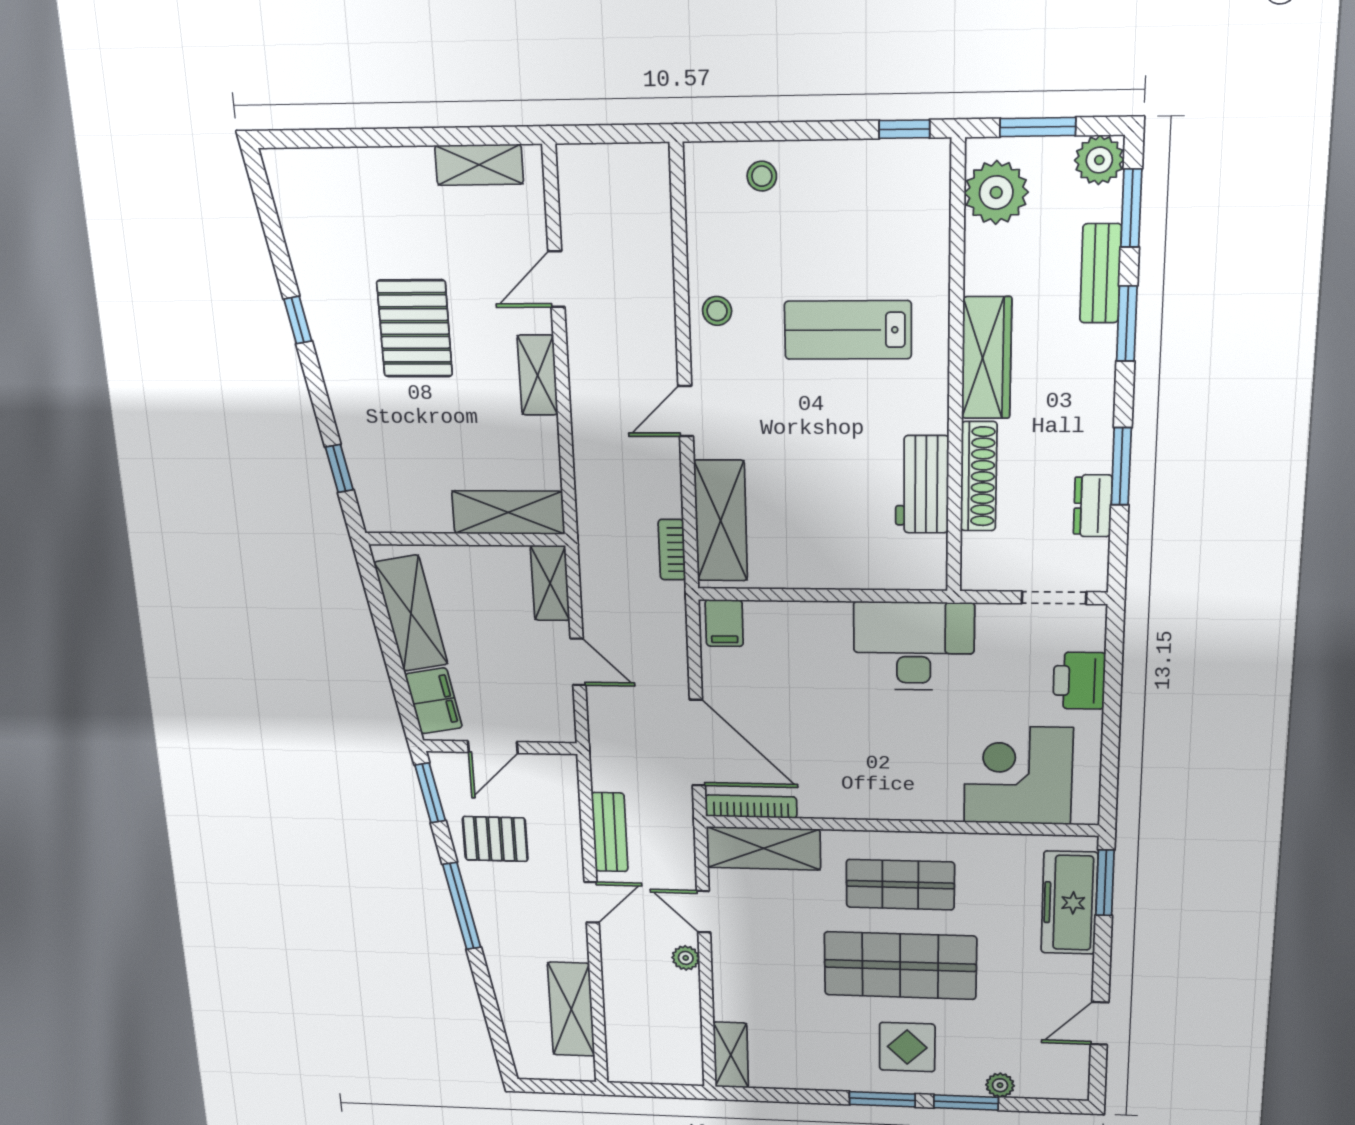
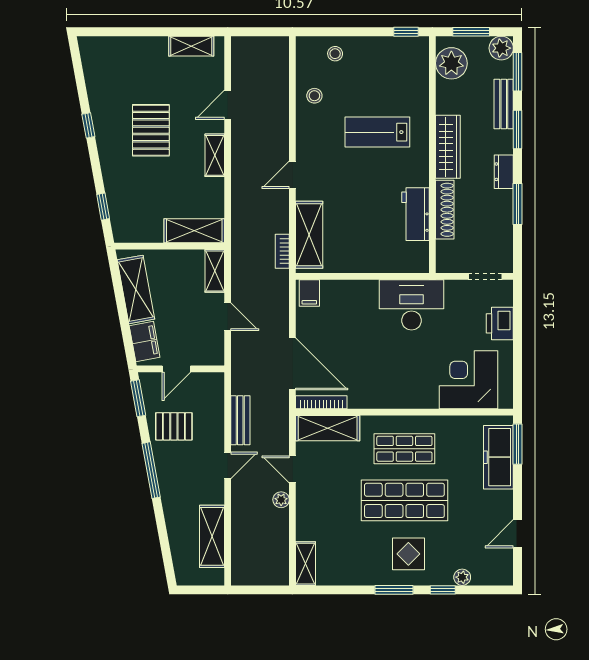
stool: (717, 311) -> (314, 96), moved
dresser: (1093, 506) -> (504, 172), moved
window: (966, 1102) -> (443, 590), width x0.67

